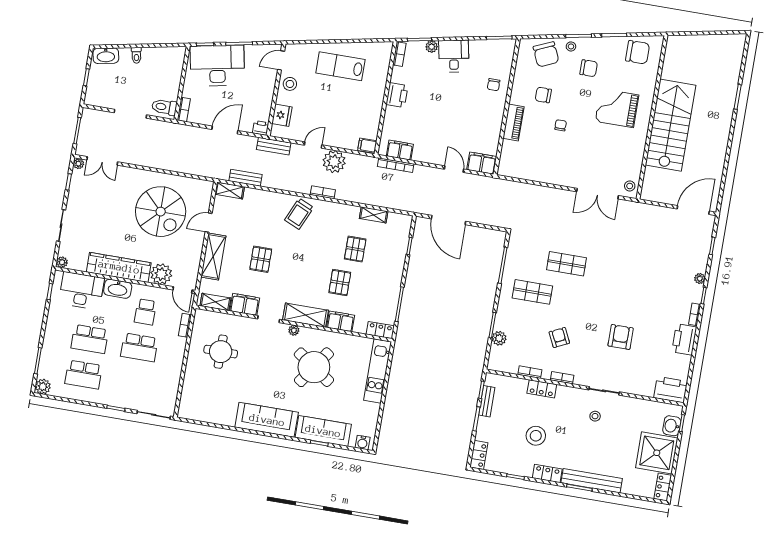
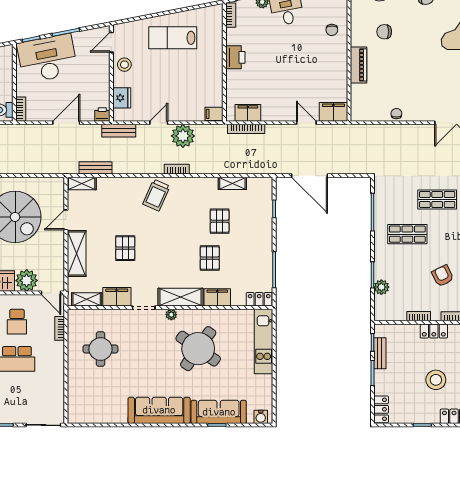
chair: (561, 125) -> (396, 114), moved

